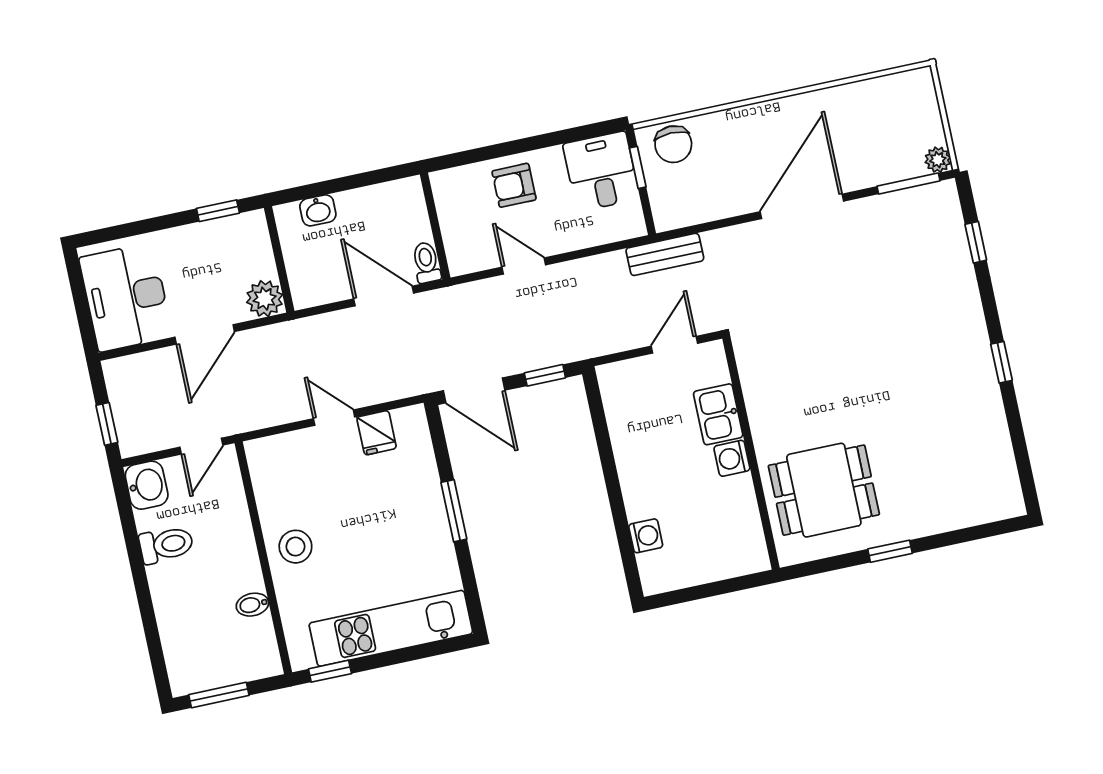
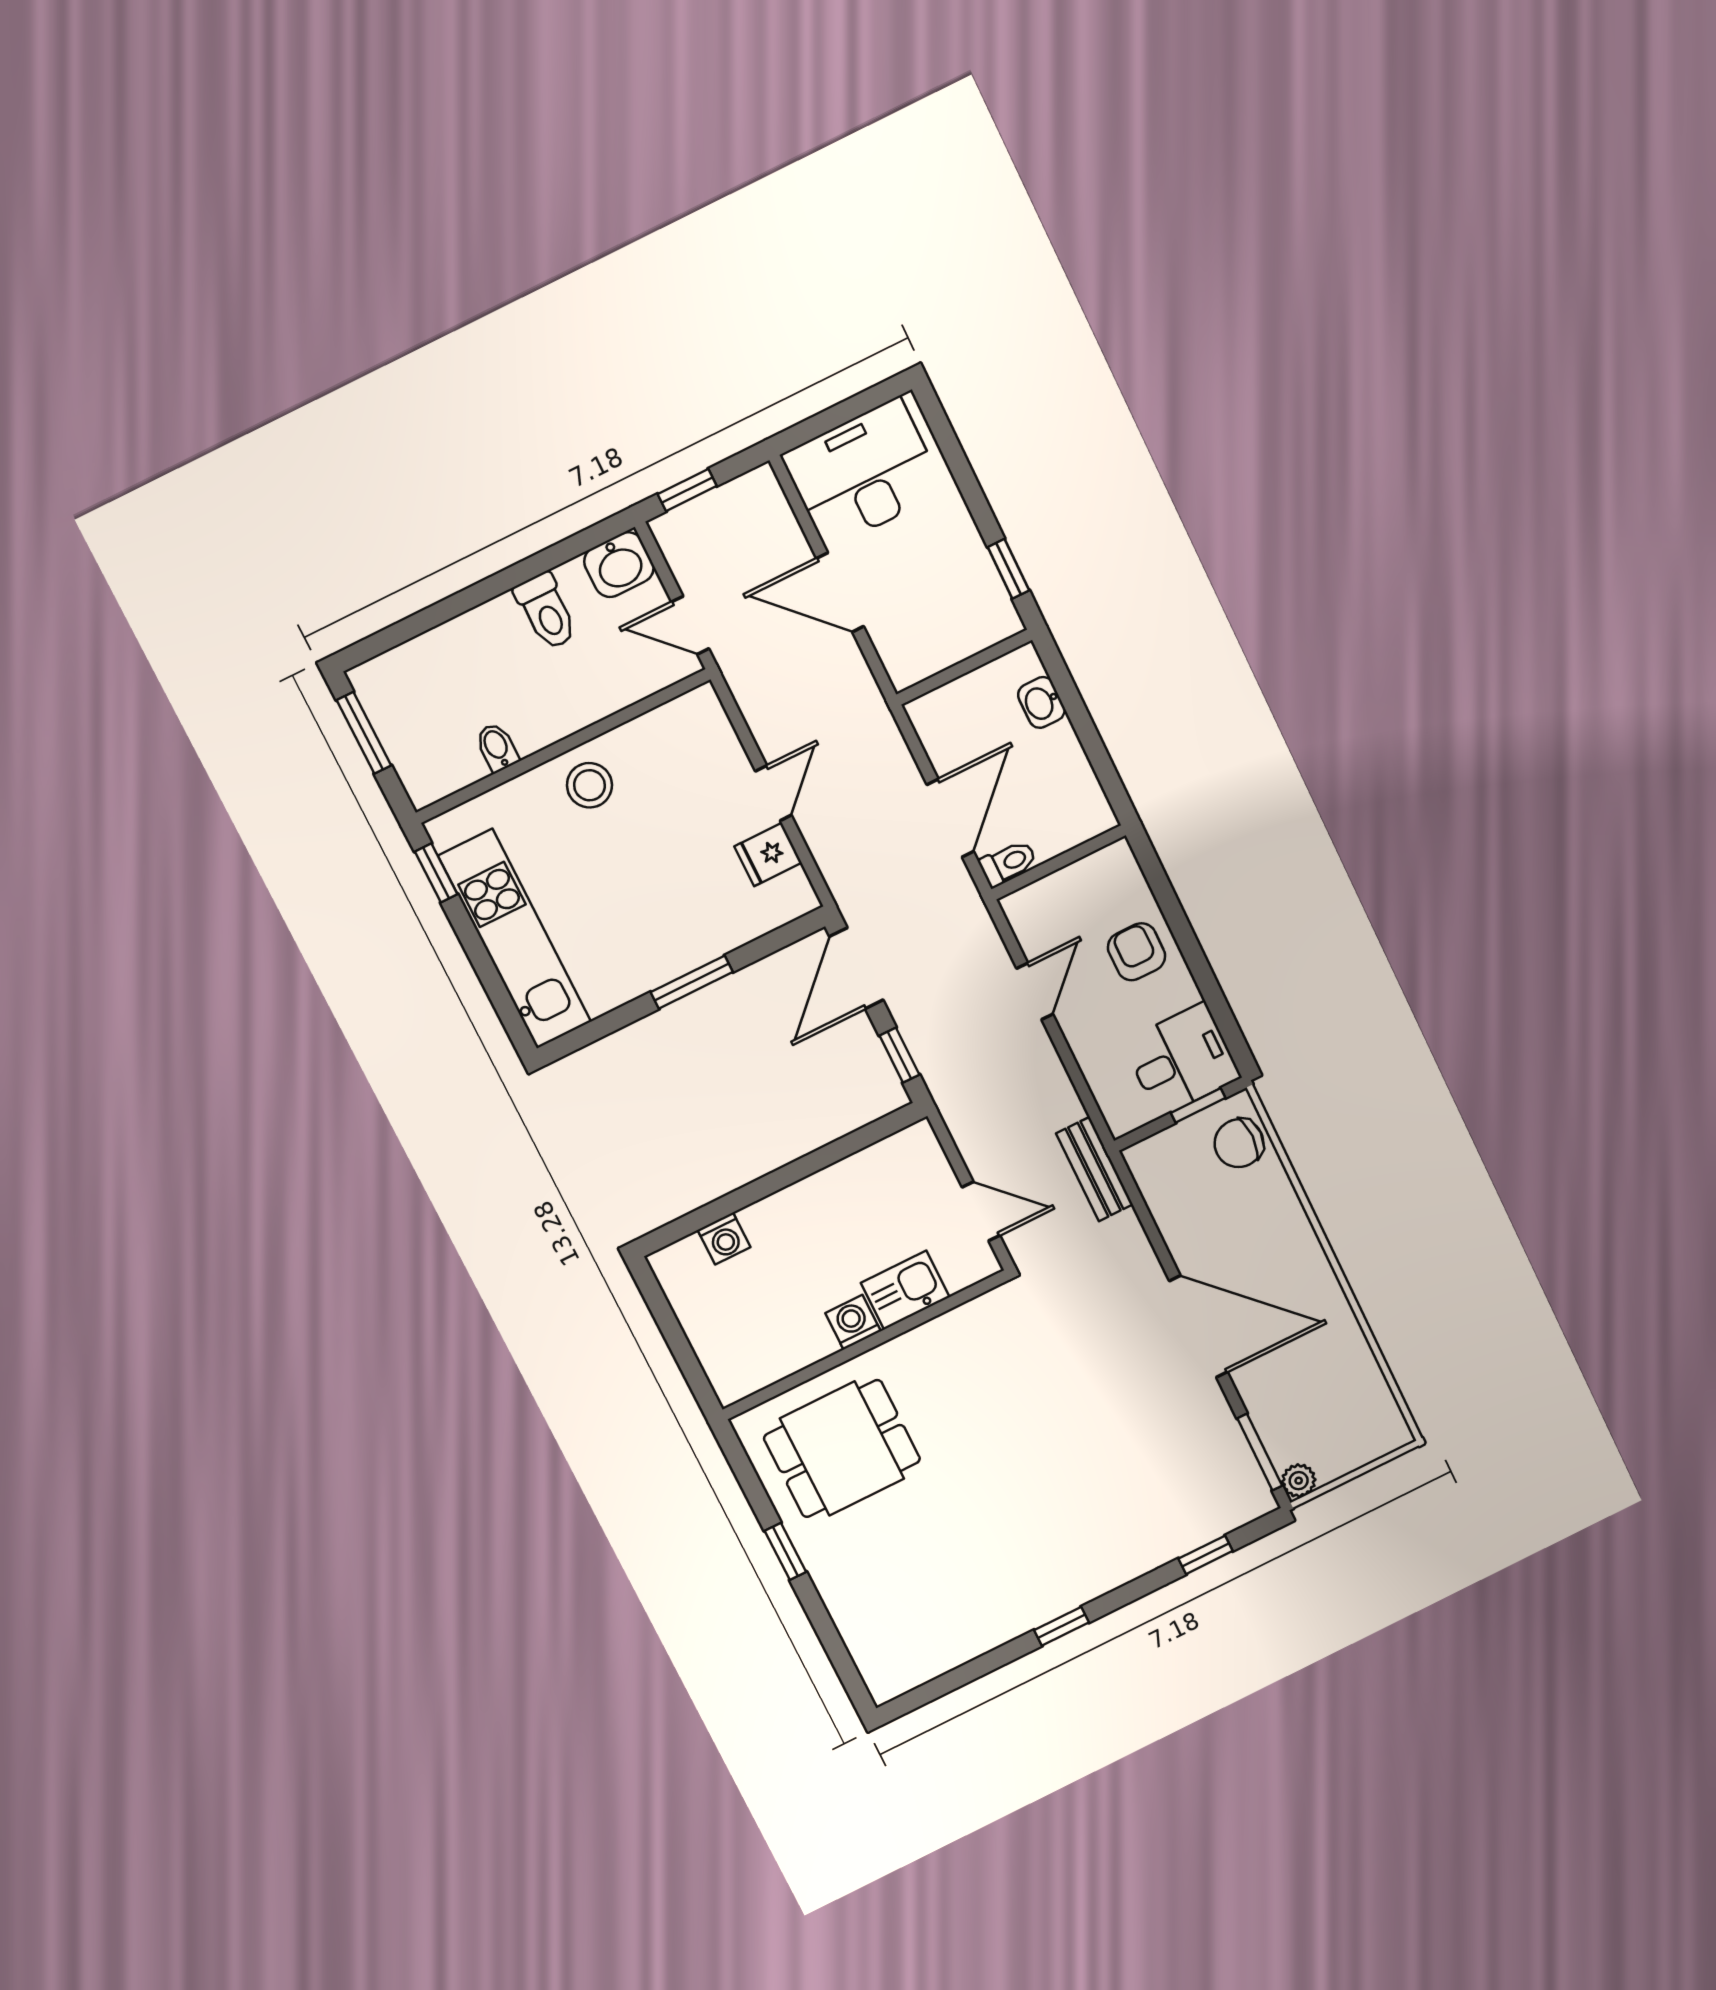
plant: (265, 299) -> (908, 661), removed
dining table: (824, 490) -> (842, 1449), turned 90

